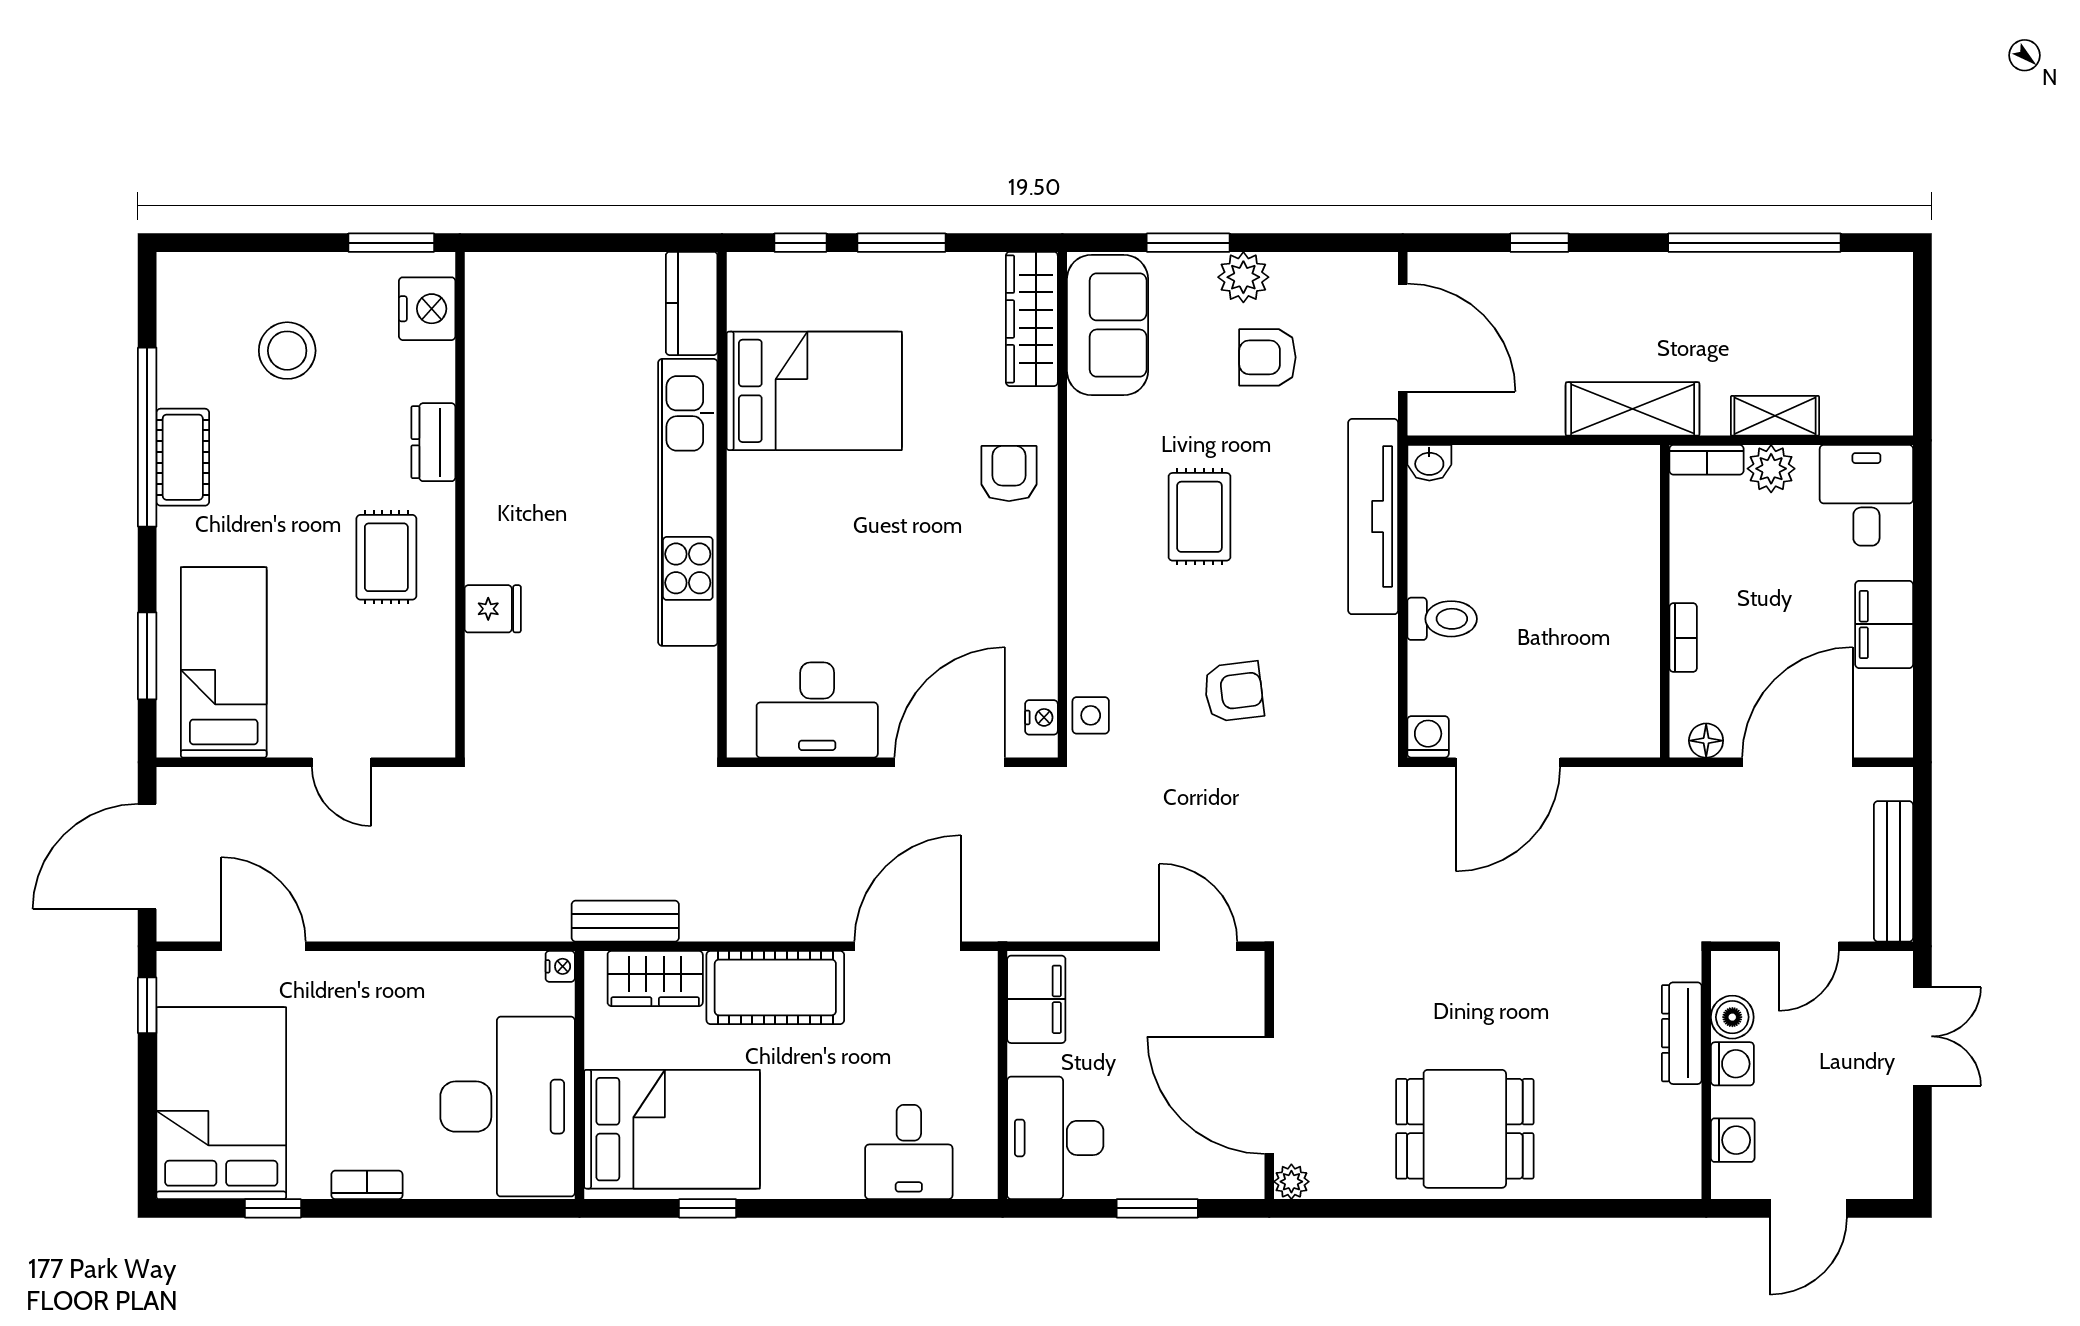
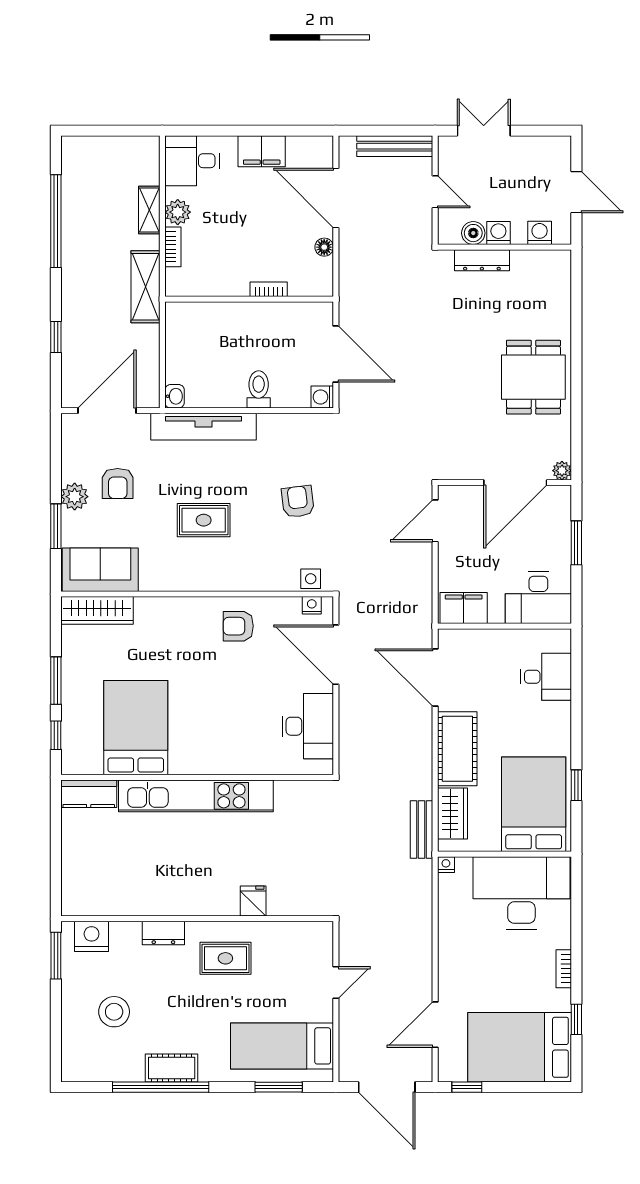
armchair: (1009, 473) -> (238, 626), moved
wall: (1665, 601) -> (249, 299), moved
bookcase: (1683, 638) -> (269, 289), moved

